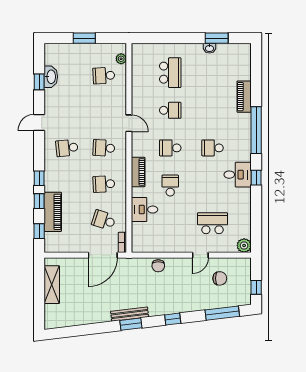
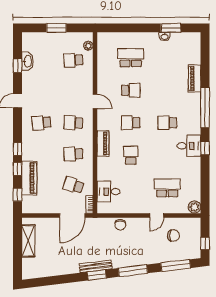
school desk: (170, 73) -> (131, 58), turned -90
desk: (145, 210) -> (109, 192), moved
window: (173, 319) -> (133, 271), width x2.17

